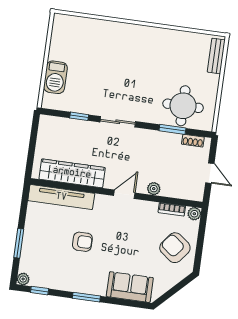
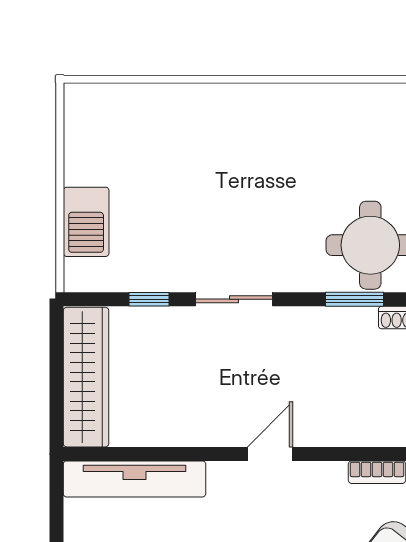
wardrobe: (72, 173) -> (86, 377), moved, turned 90
plant: (154, 189) -> (332, 433), removed

